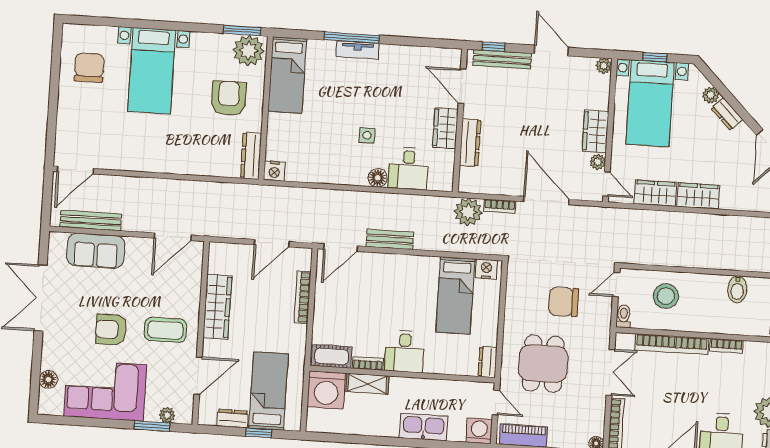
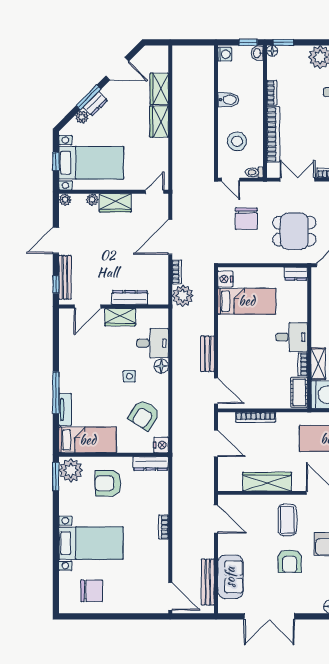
tv unit: (358, 50) -> (65, 410), moved
chair: (89, 68) -> (92, 591), turned 180
window: (736, 105) -> (89, 97), added
armchair: (315, 151) -> (144, 415), added
plant: (598, 162) -> (92, 200), moved
bookcase: (167, 167) -> (164, 527), added
wardrobe: (655, 193) -> (159, 89), moved
bidet: (737, 289) -> (228, 100), moved

